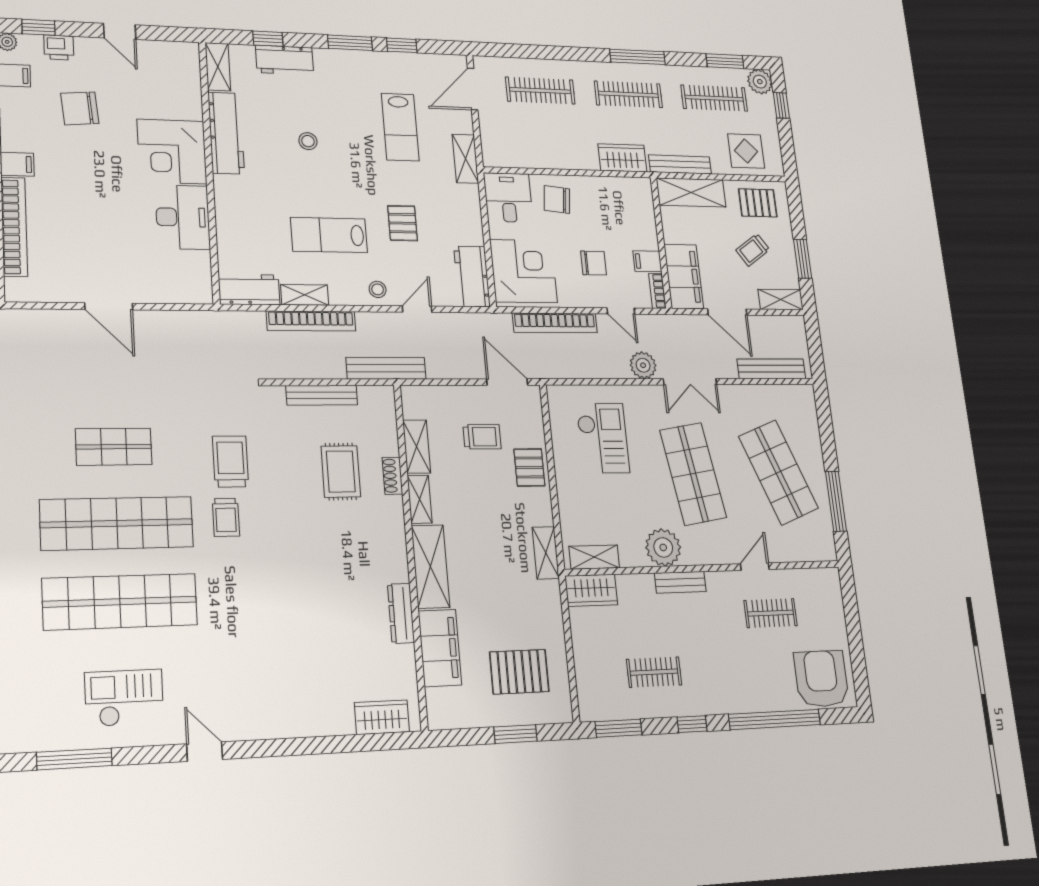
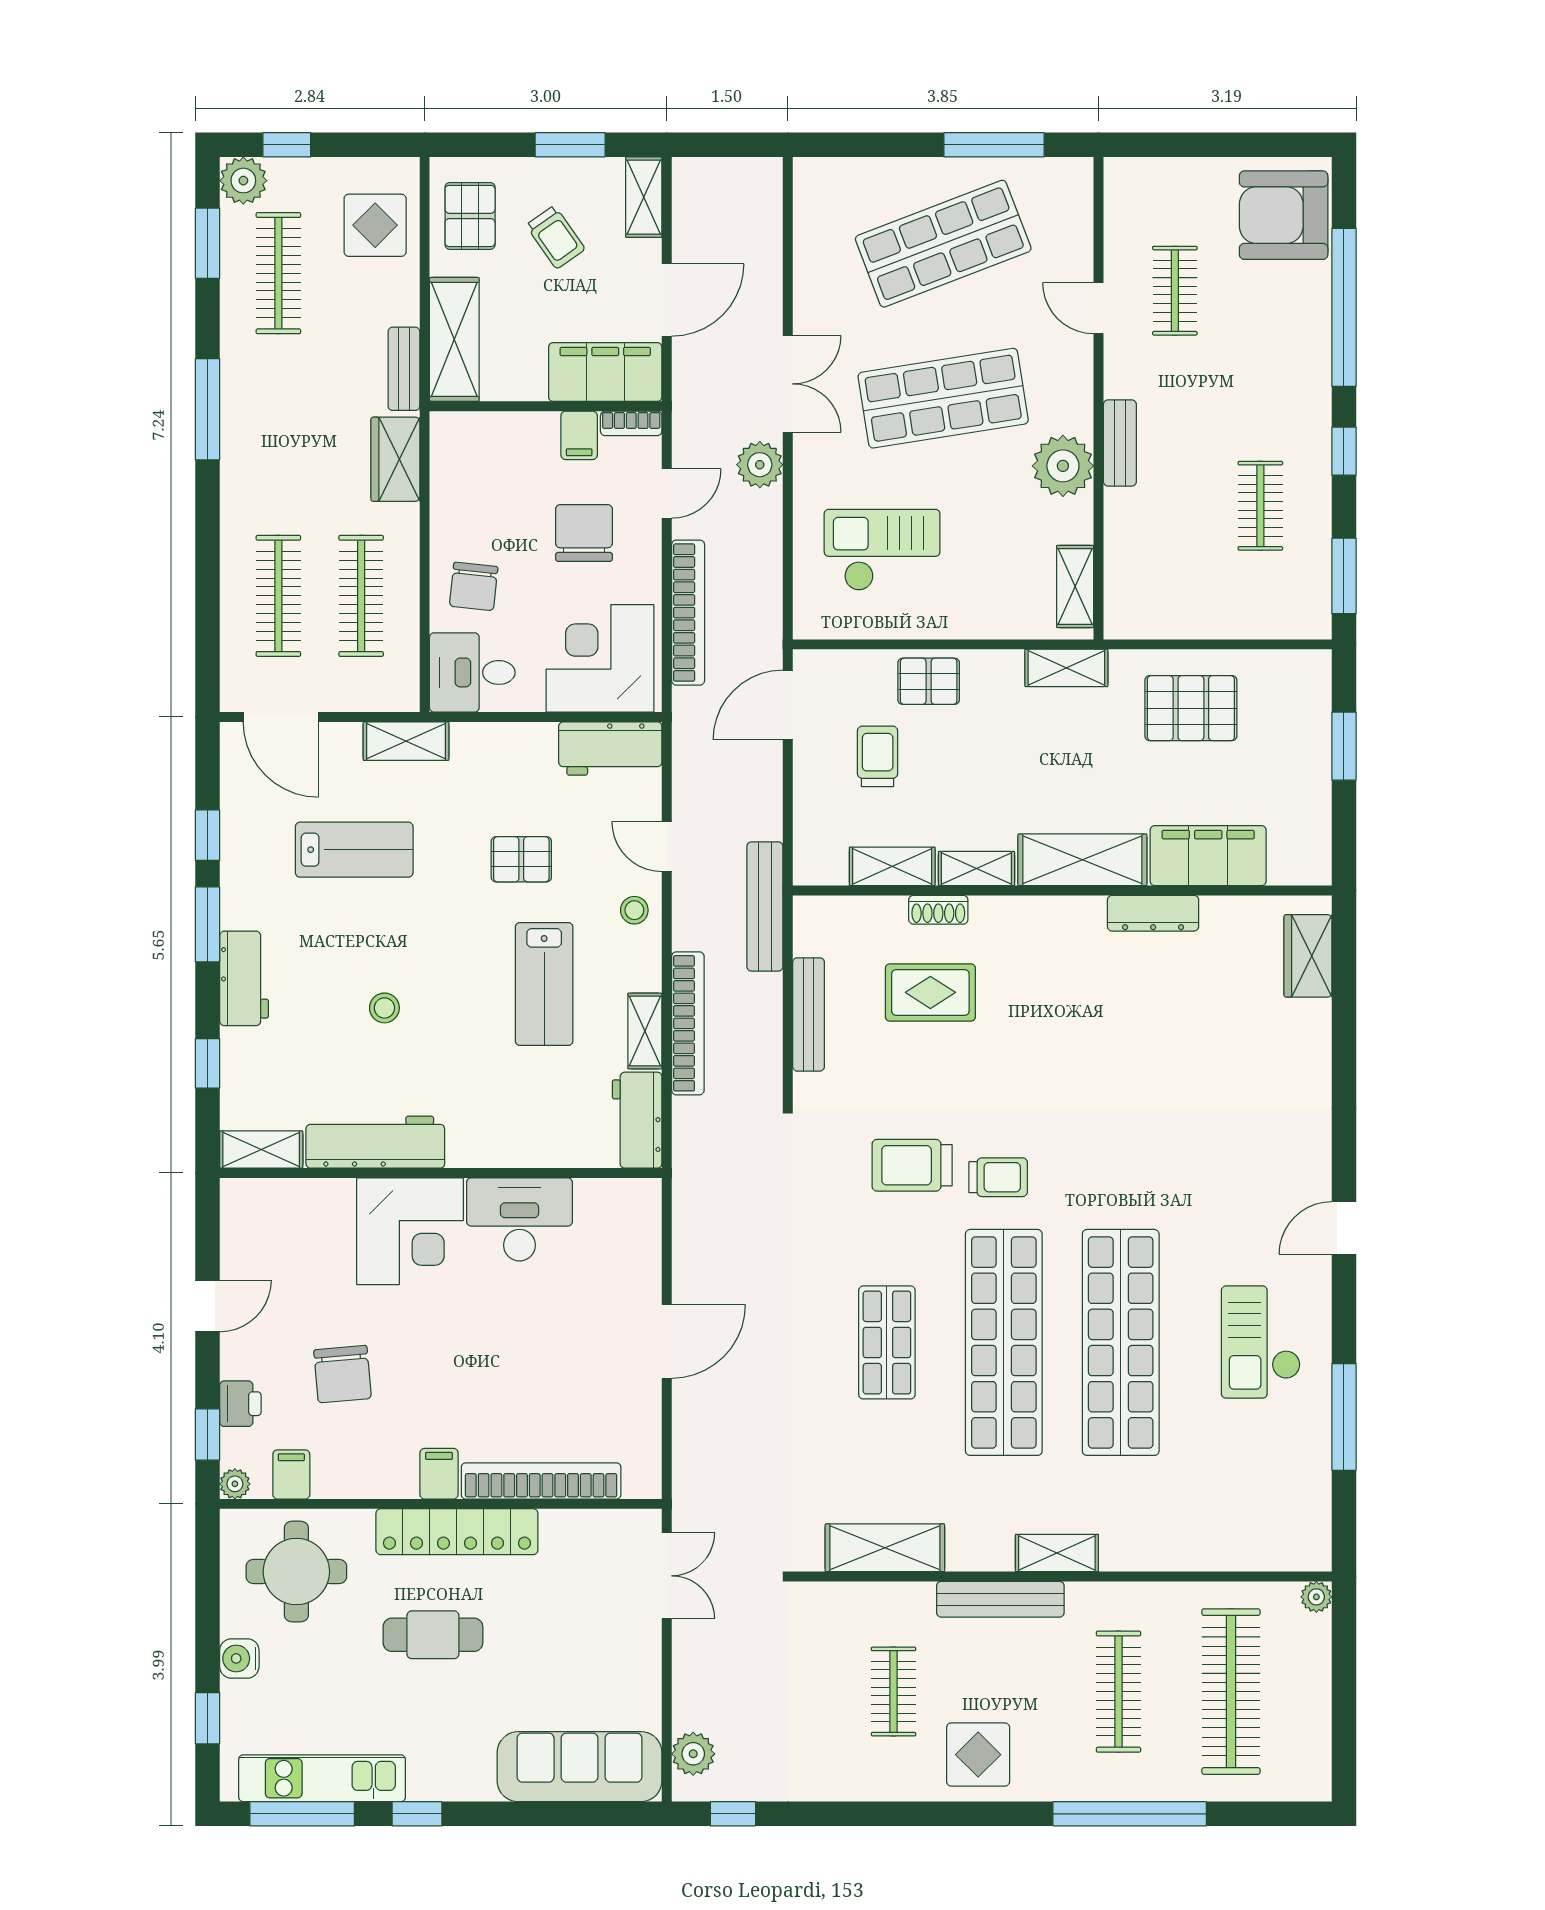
workbench: (285, 60) -> (244, 978), moved
clothes rail: (628, 94) -> (361, 596), moved
bench: (680, 164) -> (404, 369), width x0.73
chair: (594, 263) -> (584, 533), width x1.37, depth x1.37
bench: (771, 369) -> (766, 232), removed
wardrobe: (591, 590) -> (1128, 597), removed
pallet: (519, 672) -> (1191, 708), moved, turned 90

